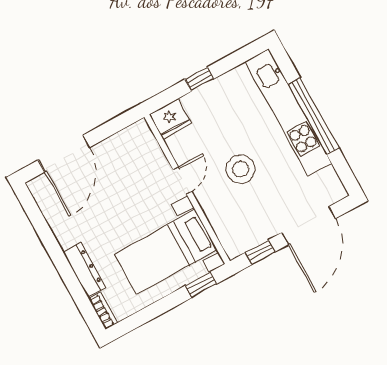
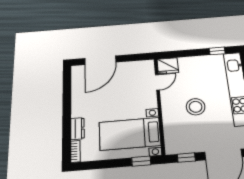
window: (199, 79) -> (217, 51), moved
door: (183, 181) -> (157, 82), moved
dresser: (84, 270) -> (77, 129), width x0.70

